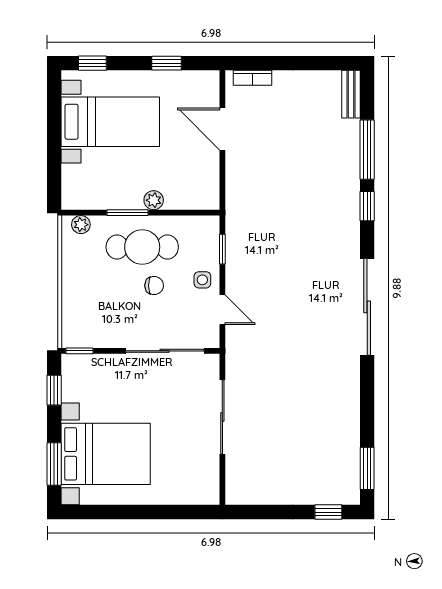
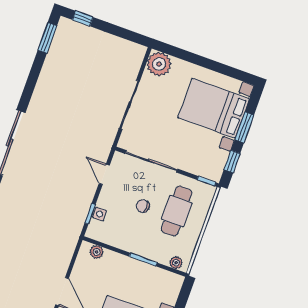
plant: (154, 200) -> (97, 252), moved
cafe table: (142, 247) -> (177, 211), moved, turned 90
side table: (202, 280) -> (100, 214), moved
window: (54, 464) -> (244, 127), moved
plant: (202, 487) -> (159, 64), added

